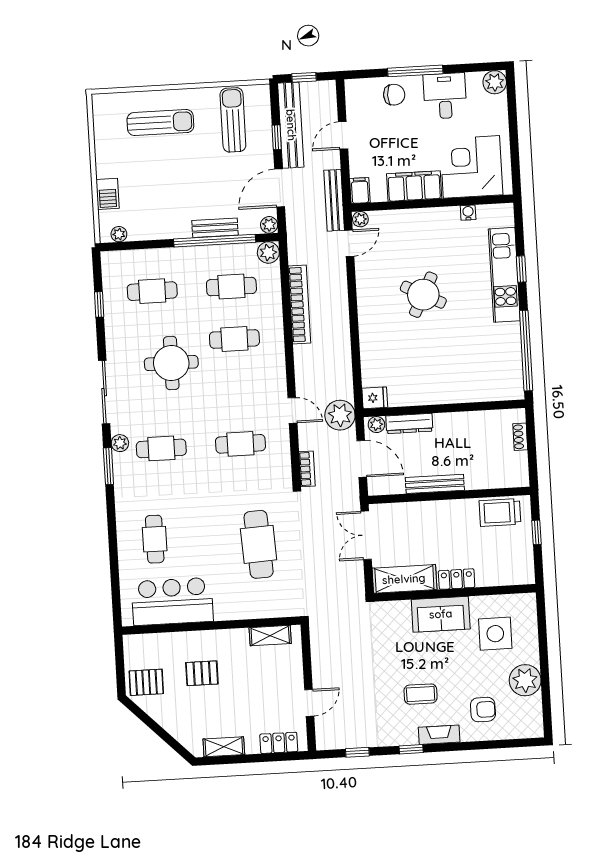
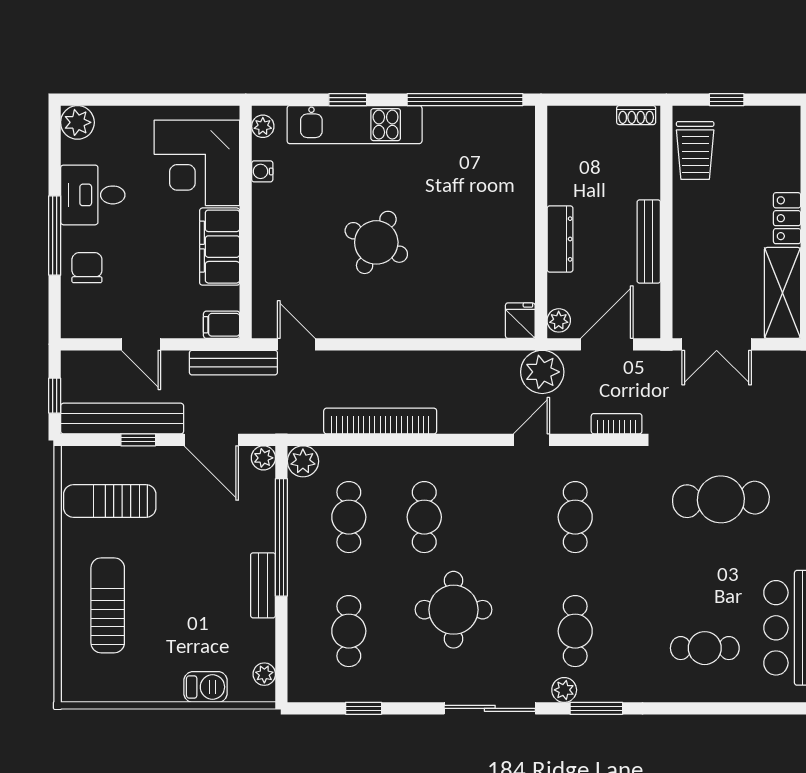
plant: (360, 219) -> (263, 126), moved
bench: (215, 228) -> (263, 585), moved
dresser: (409, 424) -> (560, 239), moved
shoe rack: (520, 437) -> (636, 115), moved

